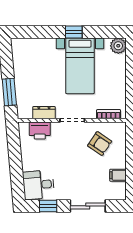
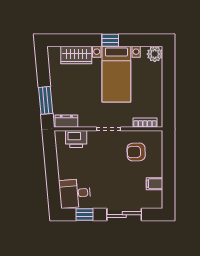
wardrobe: (40, 47) -> (76, 55), added
dresser: (44, 113) -> (66, 121), moved
armchair: (100, 144) -> (136, 152), turned 144

